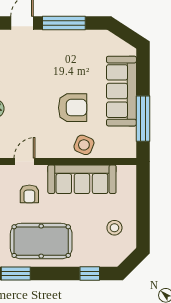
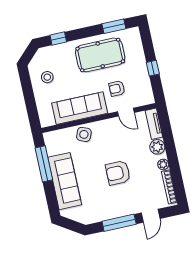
armchair: (73, 108) -> (118, 173), moved
door: (24, 161) -> (126, 112), hinge flipped
armchair: (29, 194) -> (117, 88), turned -90

